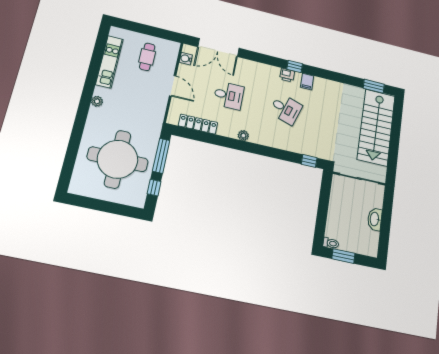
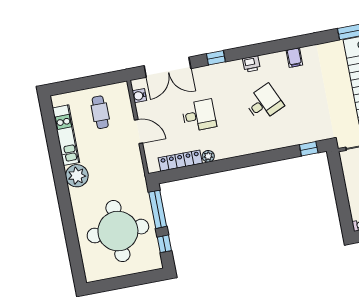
window: (295, 66) -> (216, 58), moved
filing cabinet: (307, 82) -> (294, 58), moved
plant: (97, 101) -> (77, 176), width x1.87, depth x1.87
desk: (286, 109) -> (264, 103), turned -42
plant: (243, 136) -> (208, 156), moved

